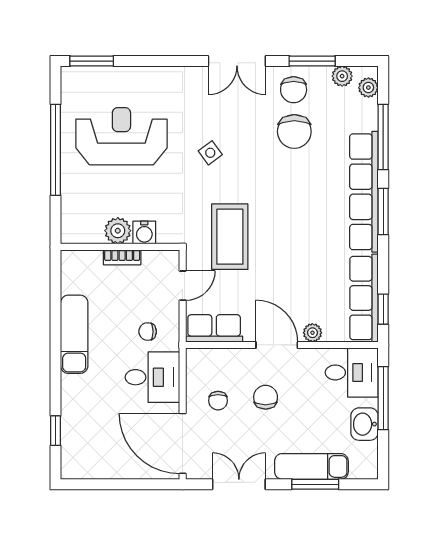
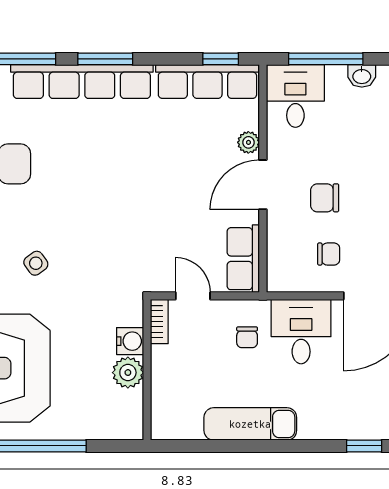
coffee table: (230, 237) -> (135, 240), removed
bookcase: (122, 257) -> (159, 322), moved
washbasin: (365, 424) -> (362, 76), width x0.72, depth x0.69

